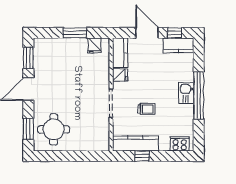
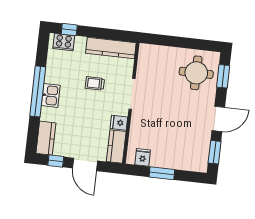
kitchen counter: (178, 45) -> (46, 138), moved, turned 90
window: (142, 156) -> (69, 30), moved

